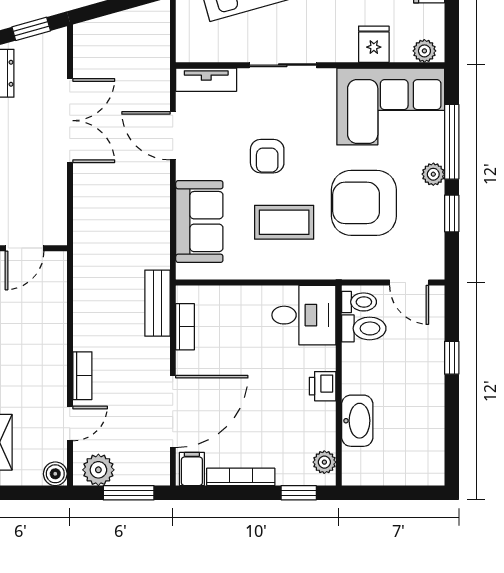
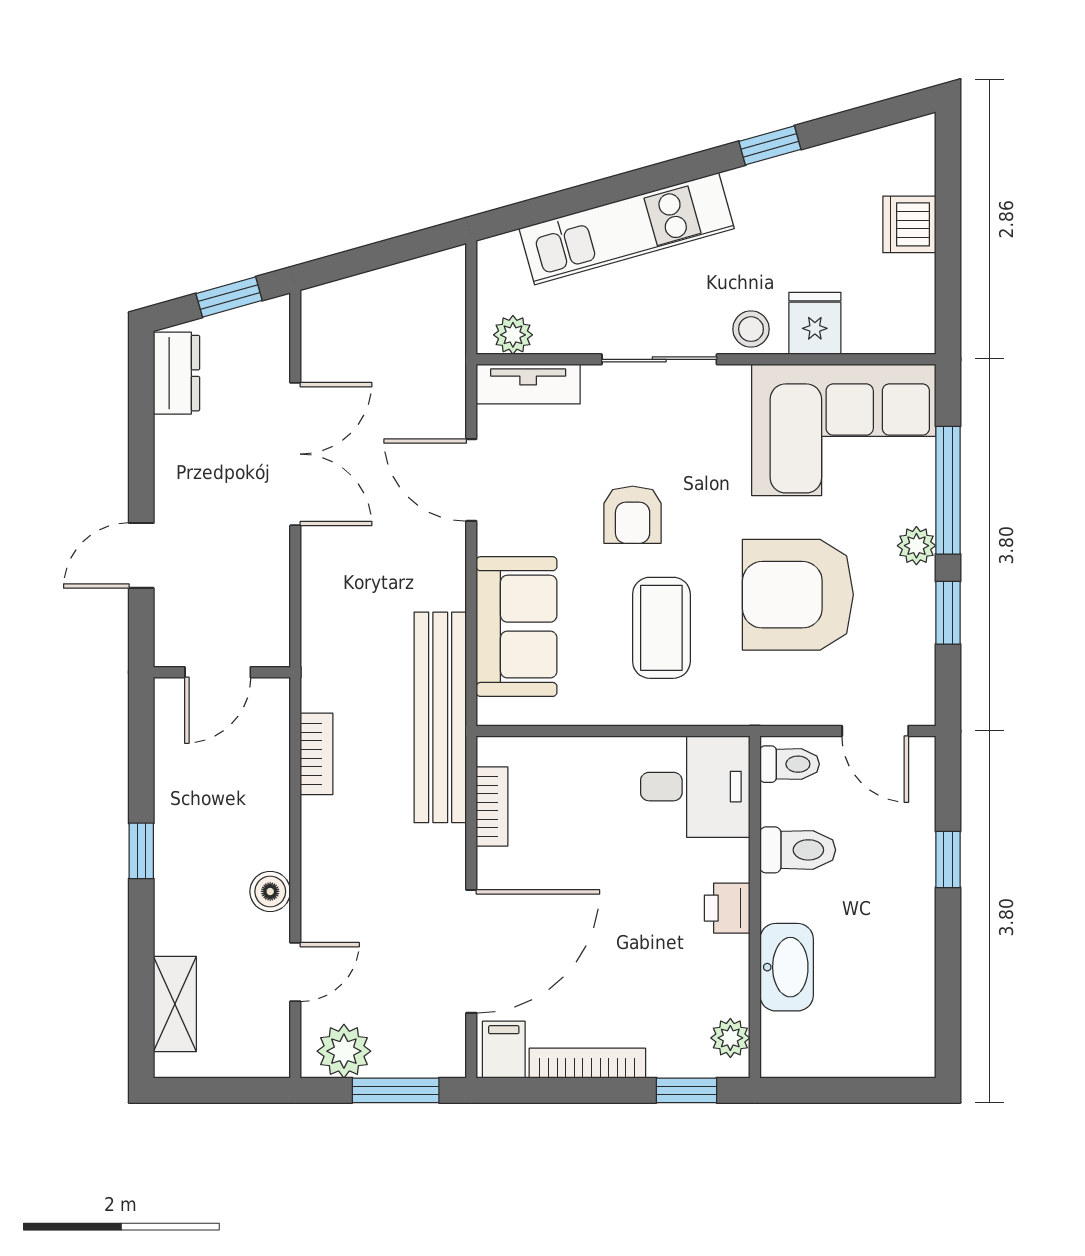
stool: (336, 47) -> (751, 329), added
plant: (424, 51) -> (513, 335), moved
coffee table: (284, 222) -> (661, 628), turned 90
bench: (157, 303) -> (440, 717), width x1.86, depth x1.21
toilet: (364, 328) -> (798, 850), moved
bookcase: (82, 376) -> (316, 754), moved
boiler: (55, 474) -> (270, 891), moved

